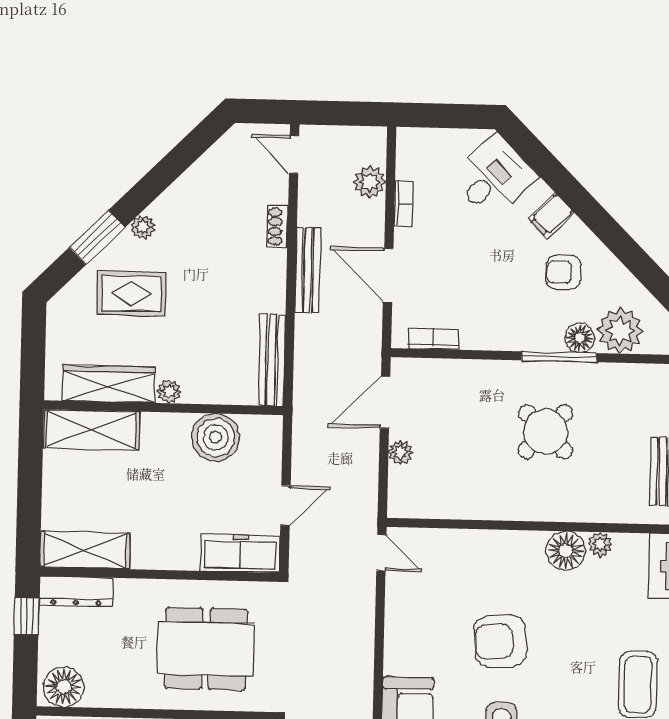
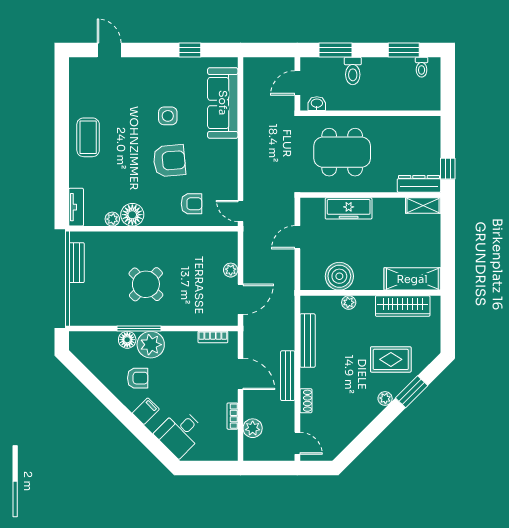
plant: (620, 331) -> (151, 345), moved
bench: (272, 360) -> (308, 341), moved
plant: (169, 391) -> (349, 302), moved
shelving: (85, 550) -> (423, 206), width x0.67, depth x0.75
freezer: (240, 553) -> (349, 208), moved
armchair: (464, 567) -> (191, 204), added
floor lamp: (64, 687) -> (425, 128), removed

